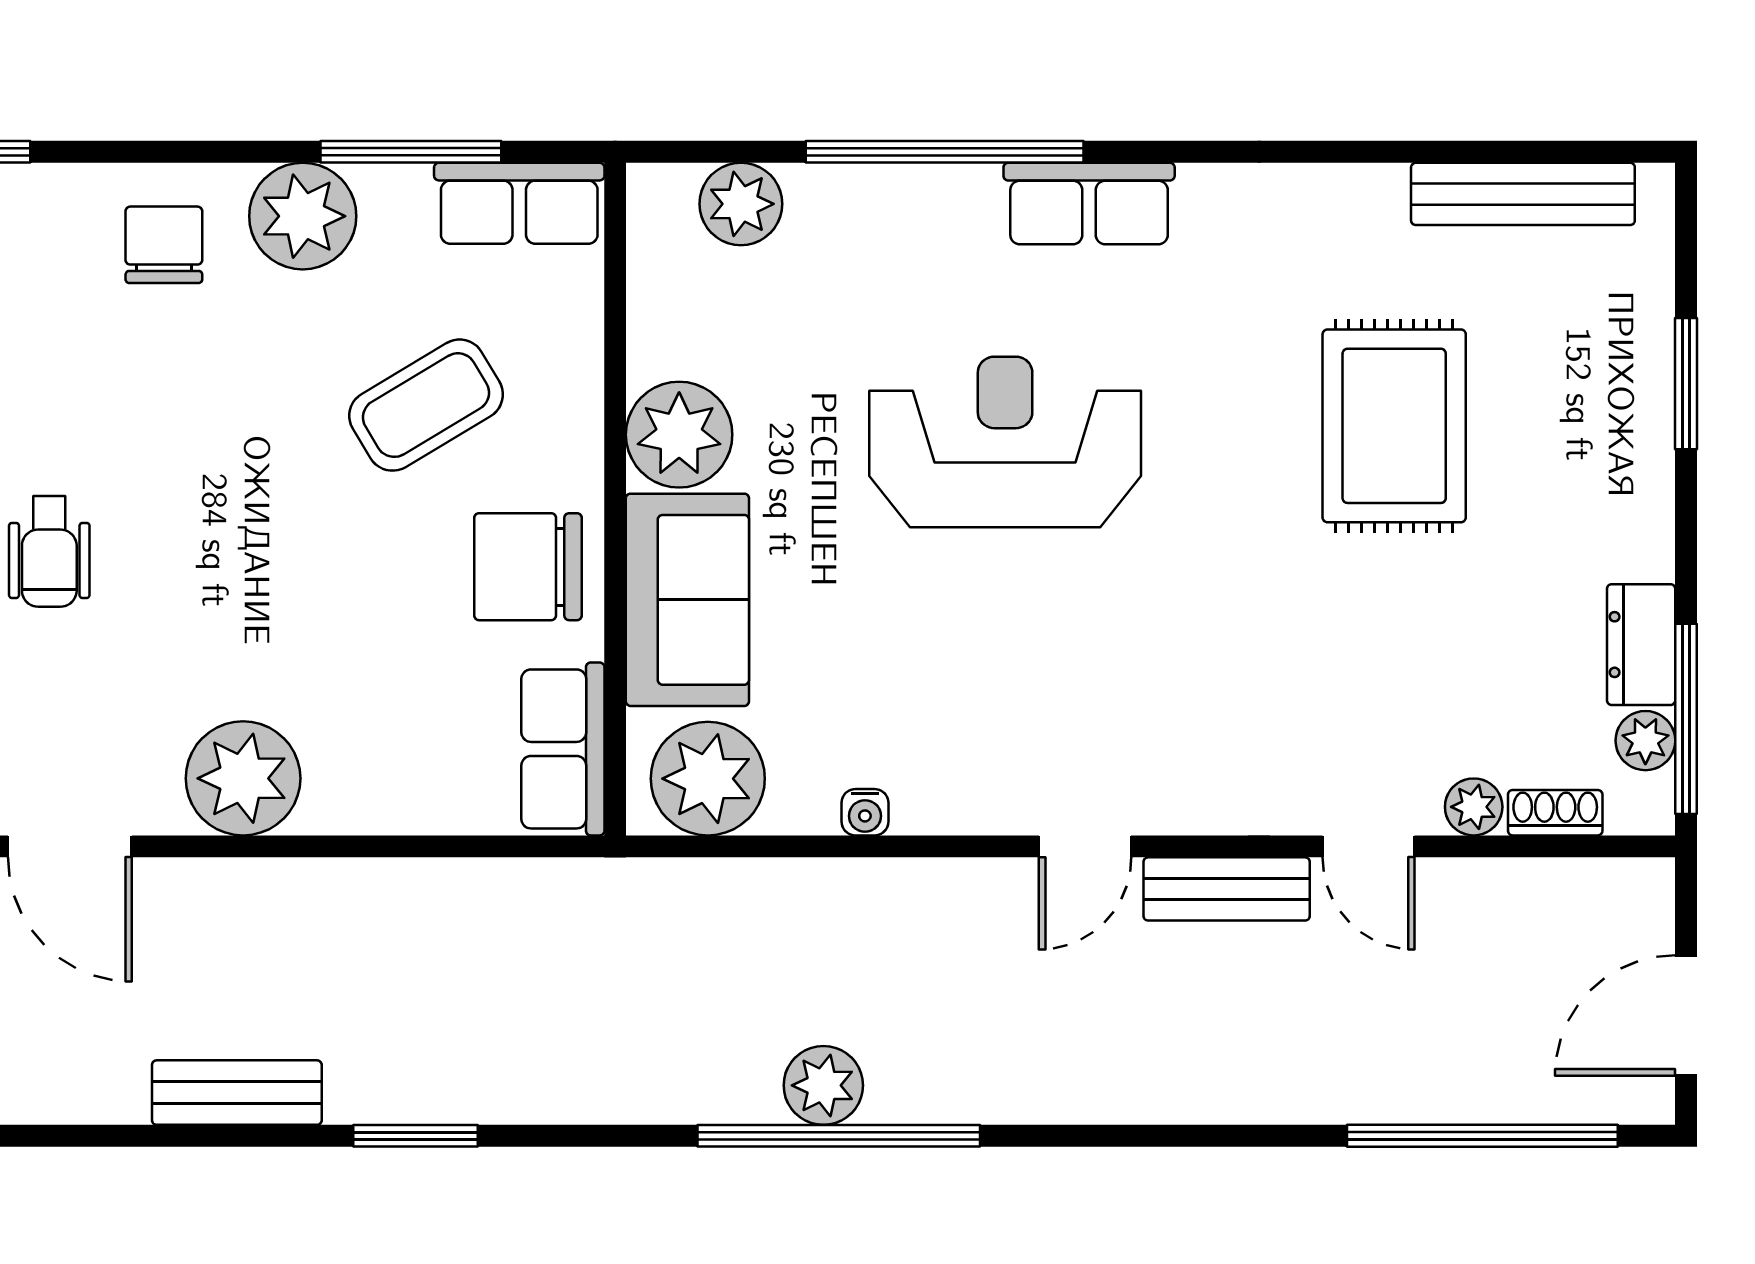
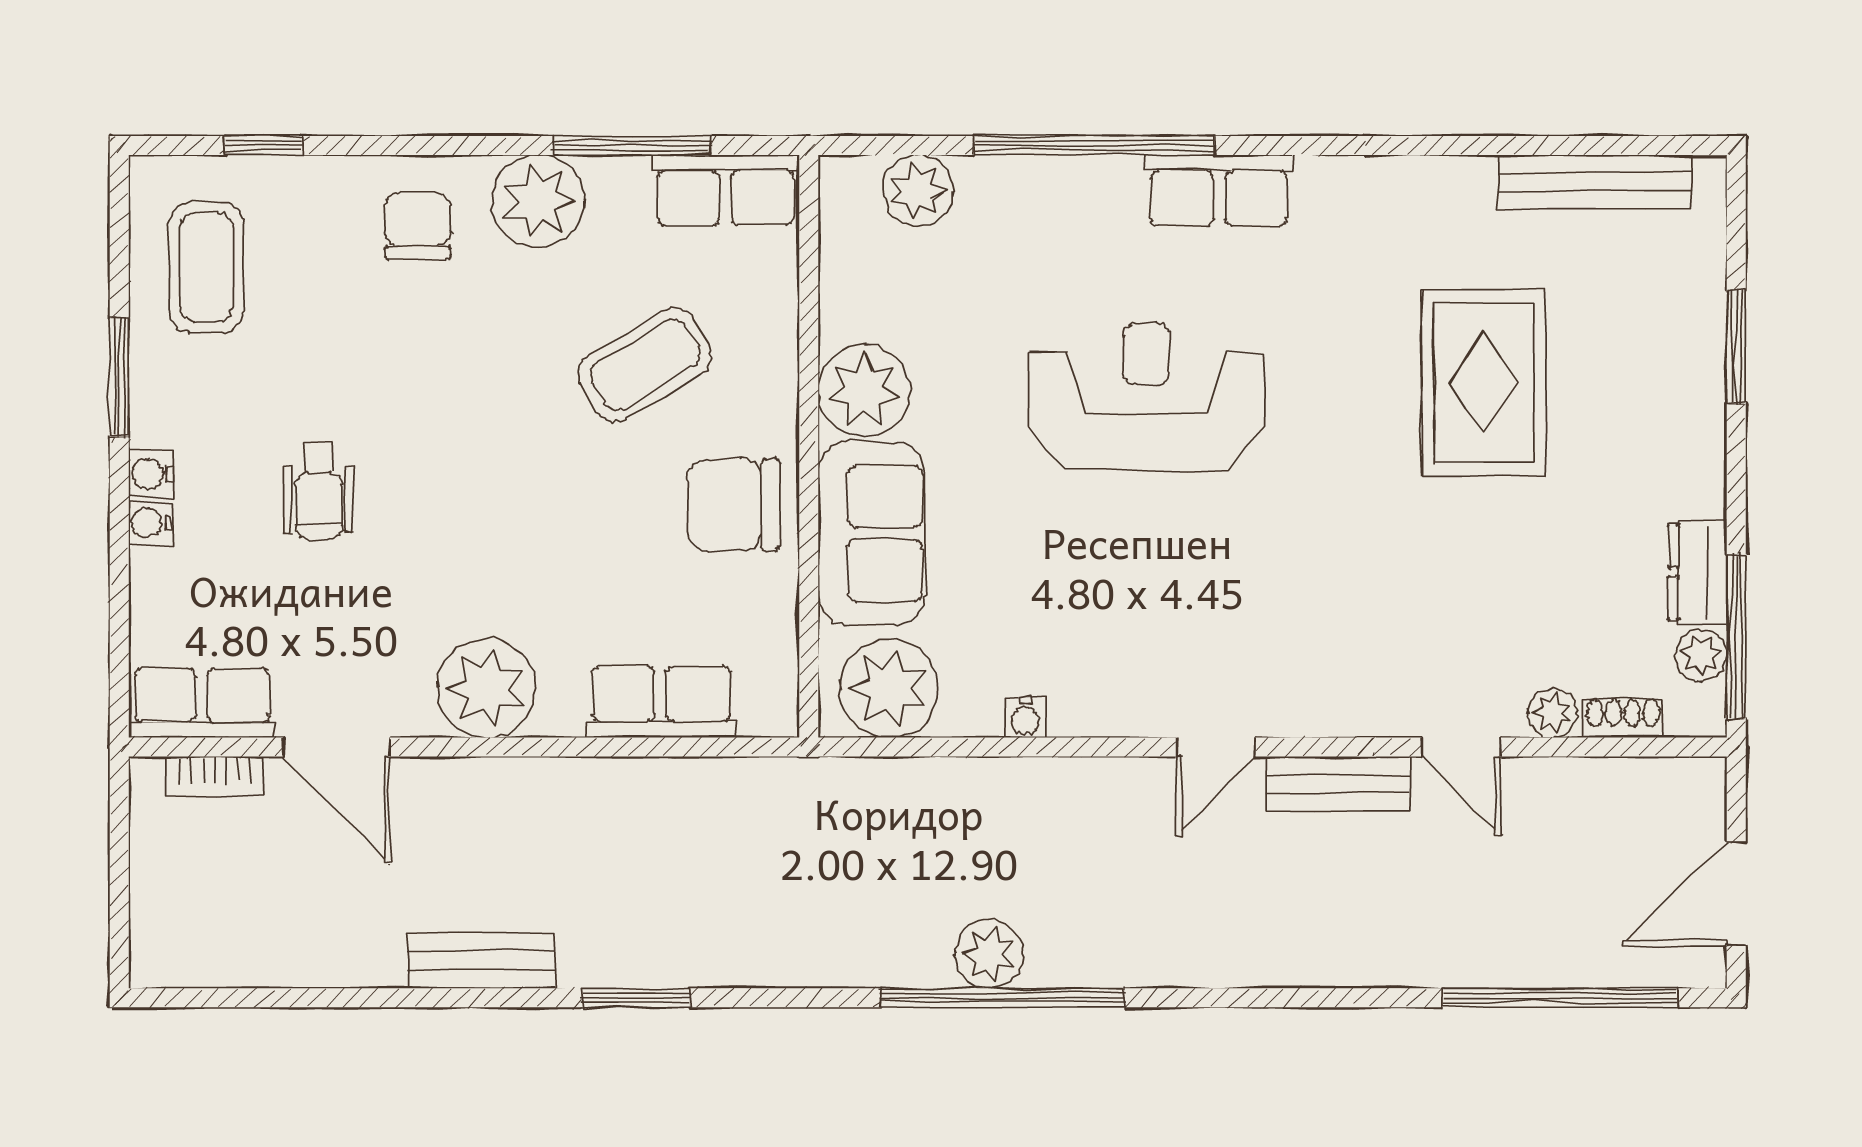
row of seats: (563, 749) -> (661, 702), moved, turned 90

